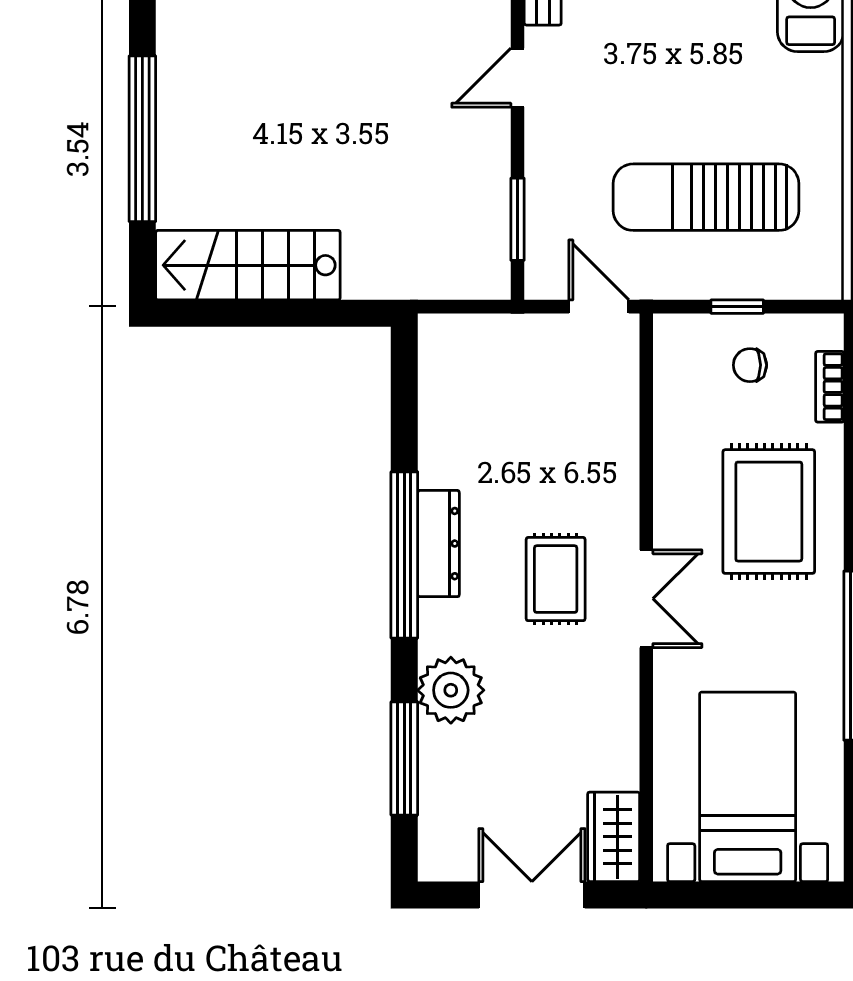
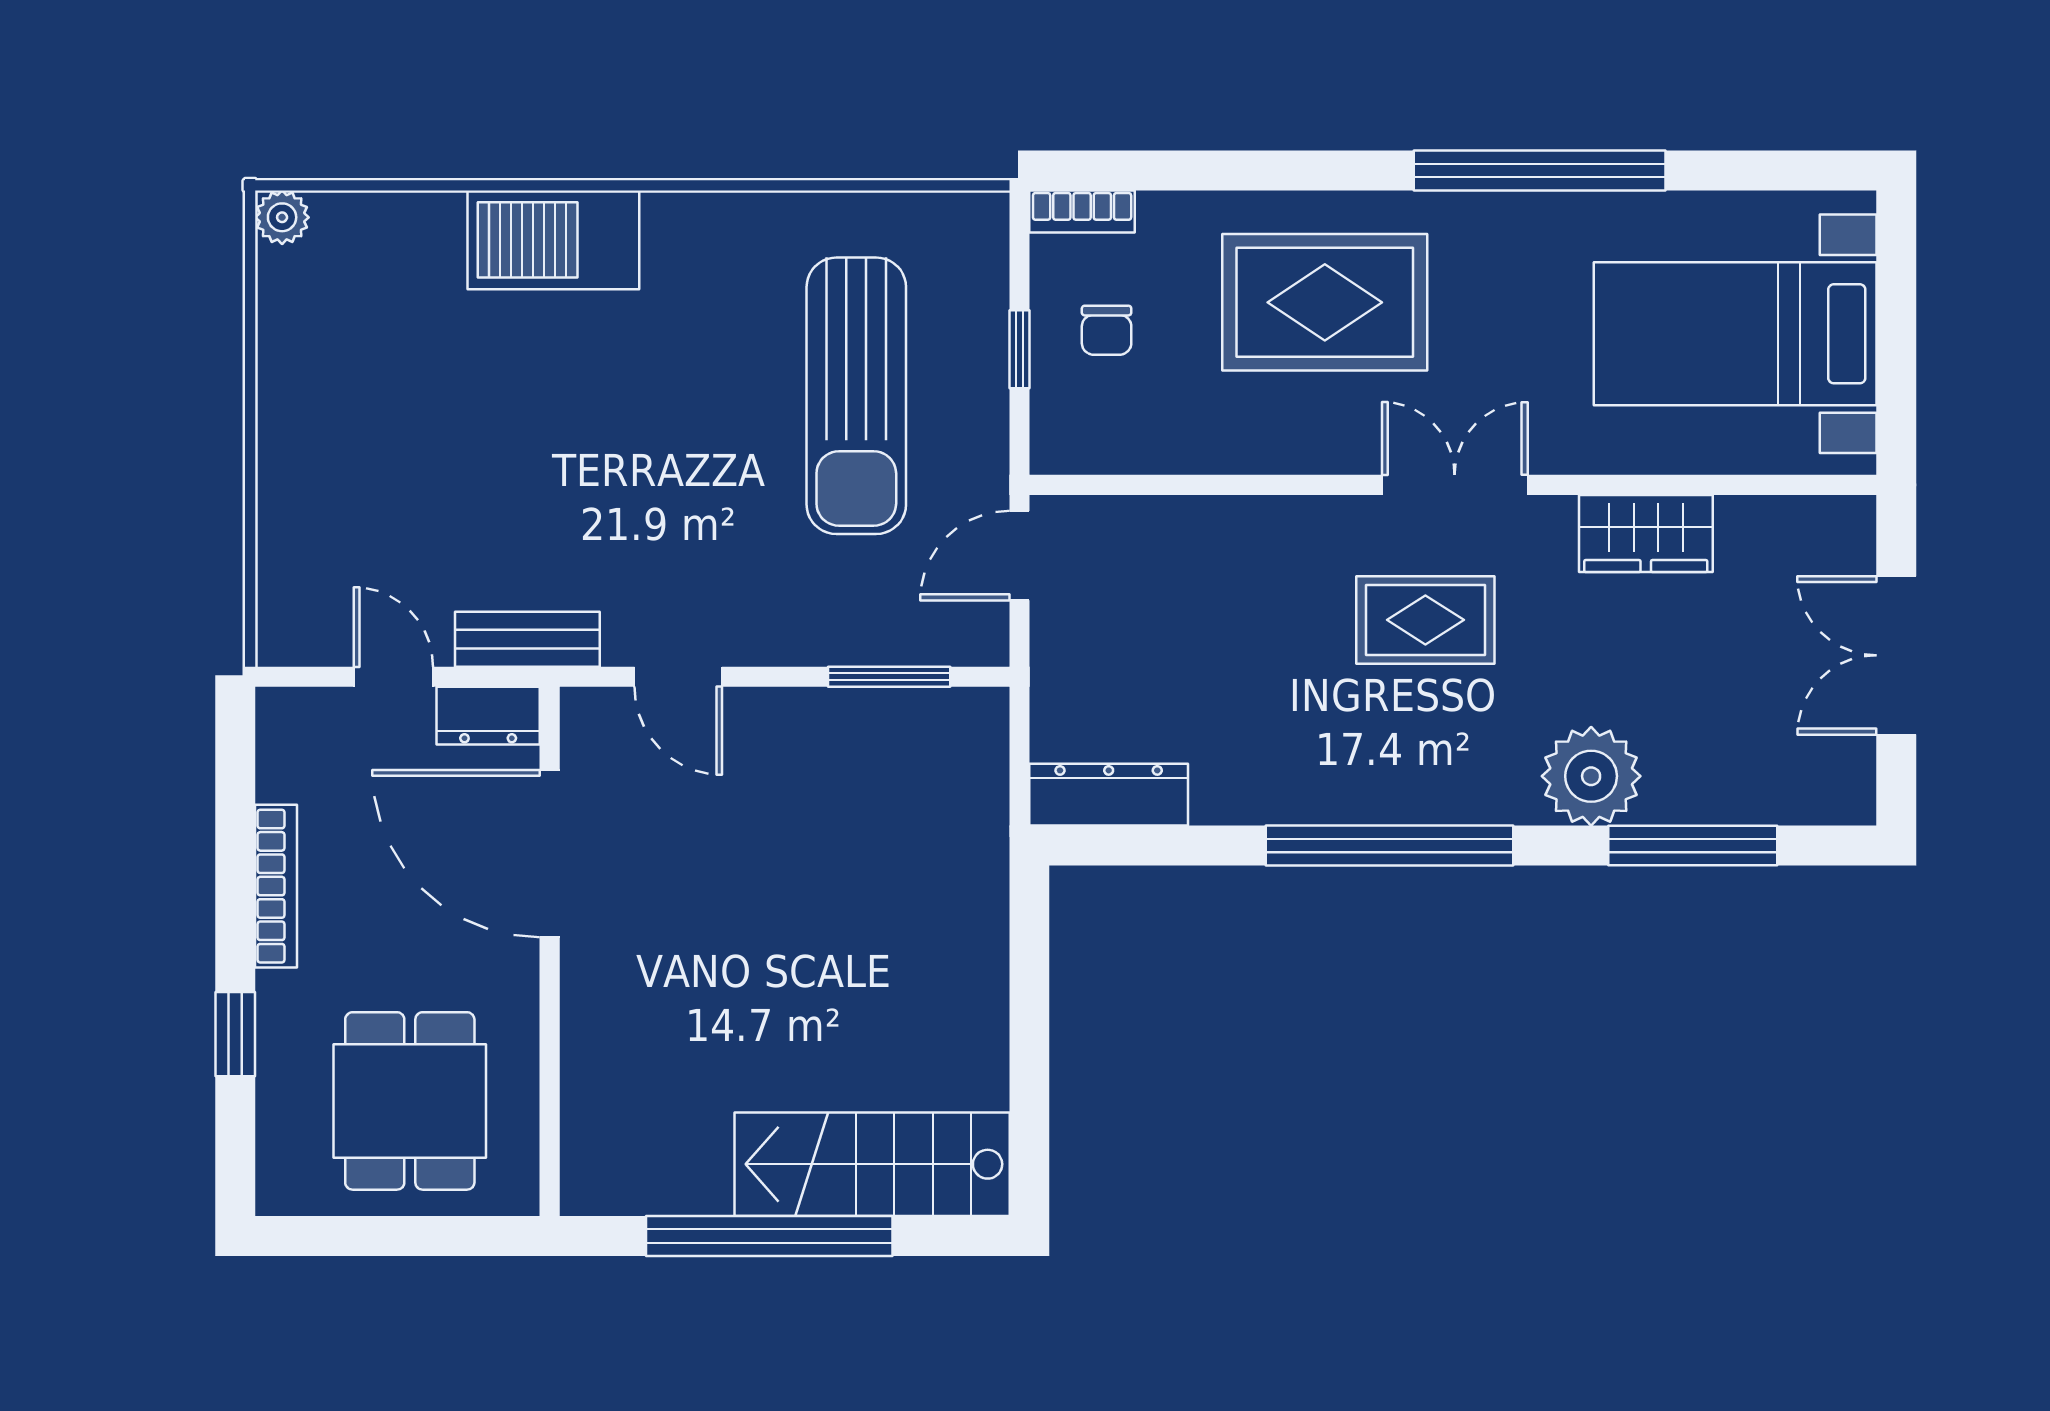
stairs: (248, 265) -> (872, 1164), moved, turned 90
bookcase: (830, 387) -> (1082, 211), moved
dresser: (438, 544) -> (1109, 795), moved
wardrobe: (614, 837) -> (1646, 533), moved

